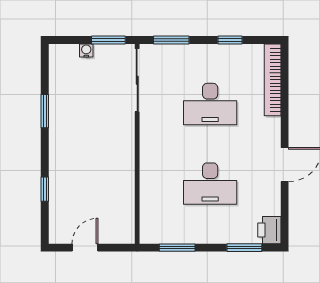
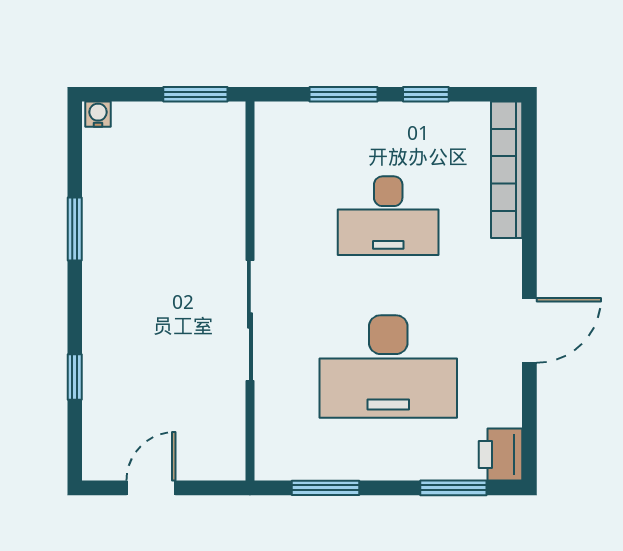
window: (171, 40) -> (343, 94), moved
water cooler: (86, 50) -> (98, 114), moved
sliding door: (137, 80) -> (250, 320), moved
desk: (210, 184) -> (388, 366), width x1.36, depth x1.30

